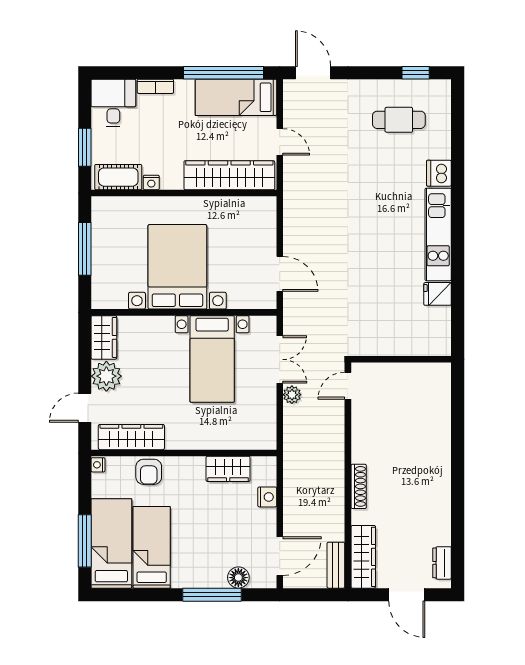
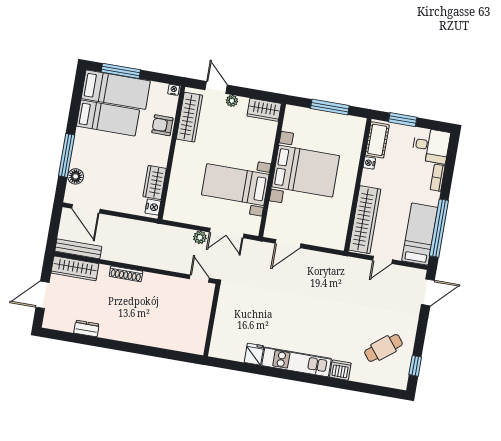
cafe table: (399, 120) -> (383, 348), turned 52
plant: (106, 376) -> (232, 101), width x0.53, depth x0.53
nightstand: (267, 497) -> (153, 207), moved, turned -90
dresser: (442, 563) -> (86, 328), moved
bench: (336, 565) -> (78, 249), width x1.36

